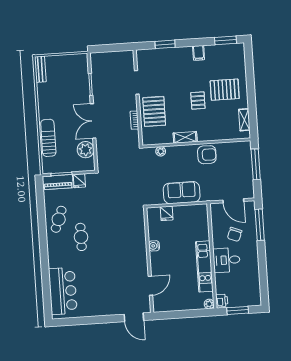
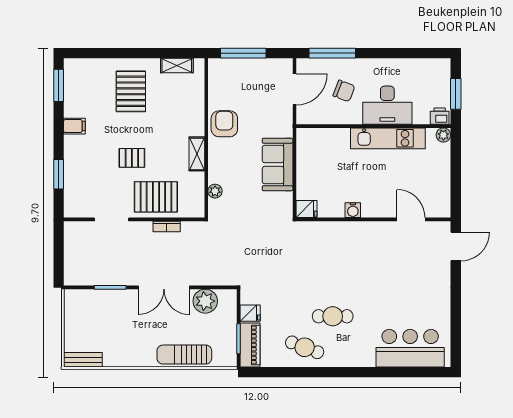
pallet: (198, 101) -> (132, 158), moved
fridge: (167, 213) -> (306, 209), moved
desk: (227, 260) -> (387, 105), width x1.37

